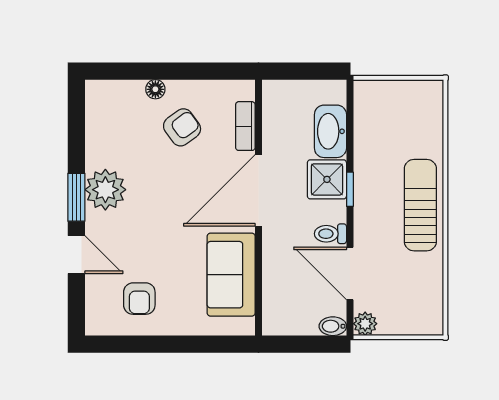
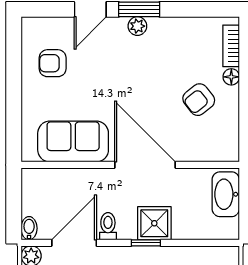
bookcase: (245, 126) -> (231, 46), moved, turned -90
armchair: (182, 127) -> (199, 100), turned 88
washbasin: (330, 131) -> (226, 194), moved, turned -90
plant: (105, 190) -> (137, 26), width x0.53, depth x0.53

